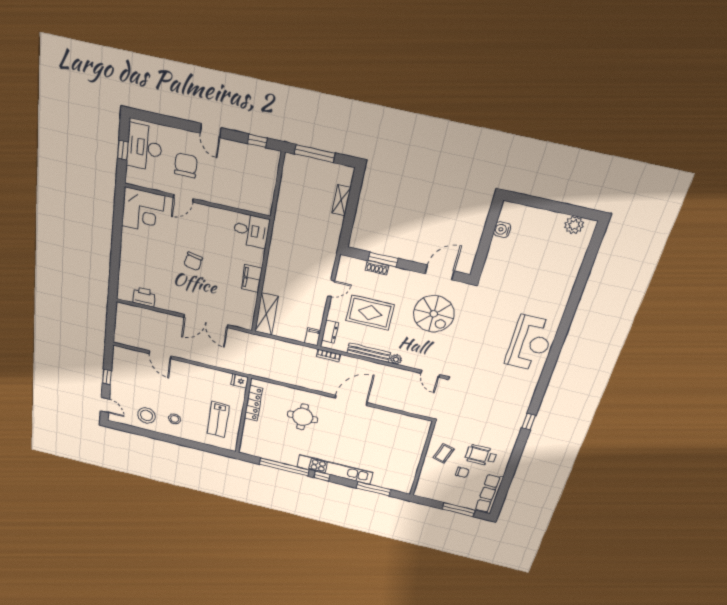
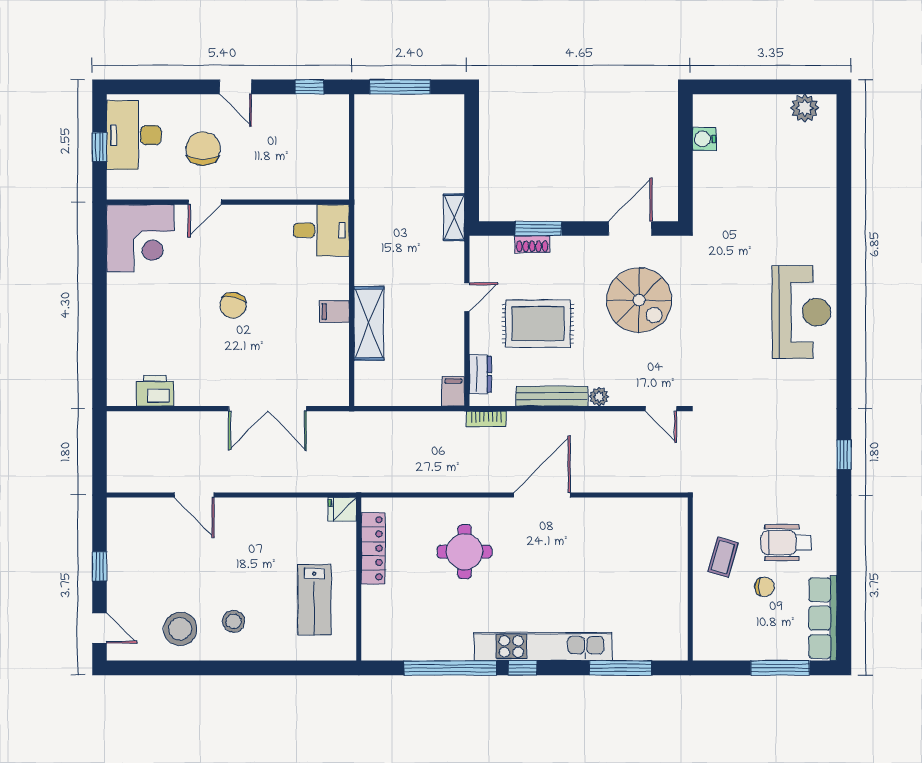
shelving: (341, 200) -> (454, 217), moved
filing cabinet: (252, 278) -> (334, 312), width x0.50
shelving: (266, 314) -> (369, 323), moved

